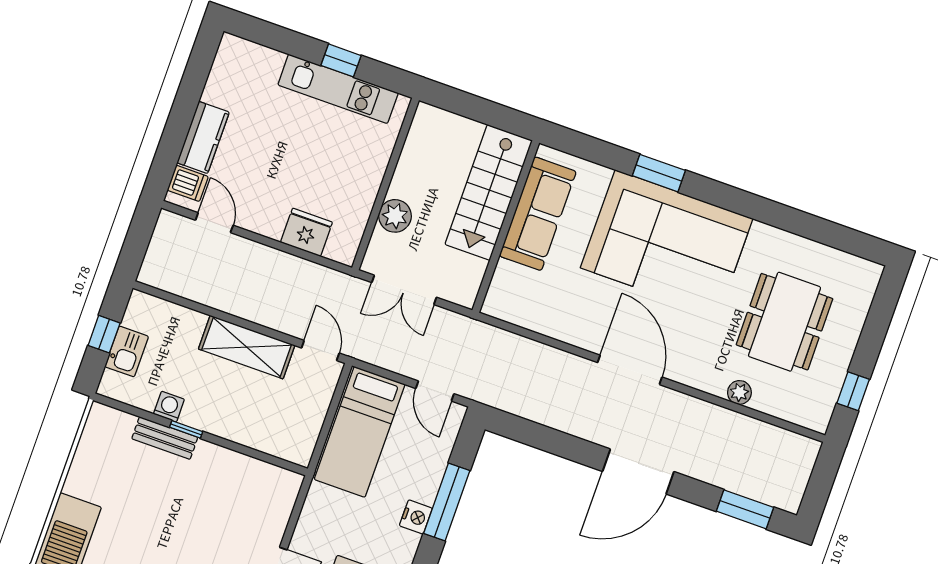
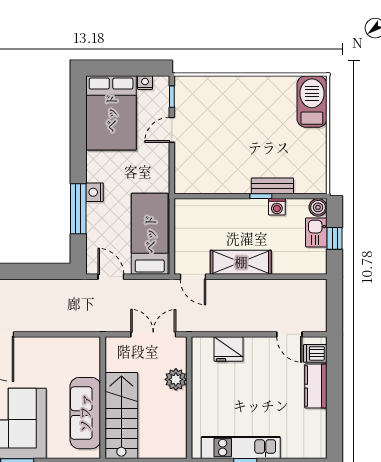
boiler: (112, 386) -> (318, 207), added

